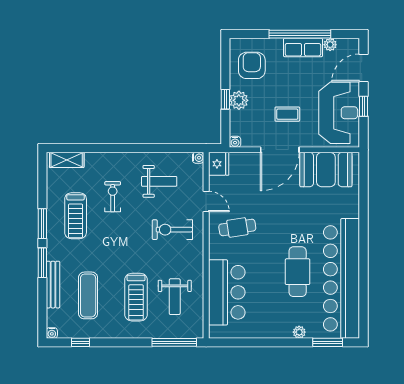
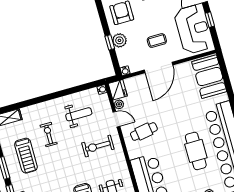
booth: (326, 170) -> (209, 77), moved, turned 90
plant: (215, 183) -> (119, 104), added

